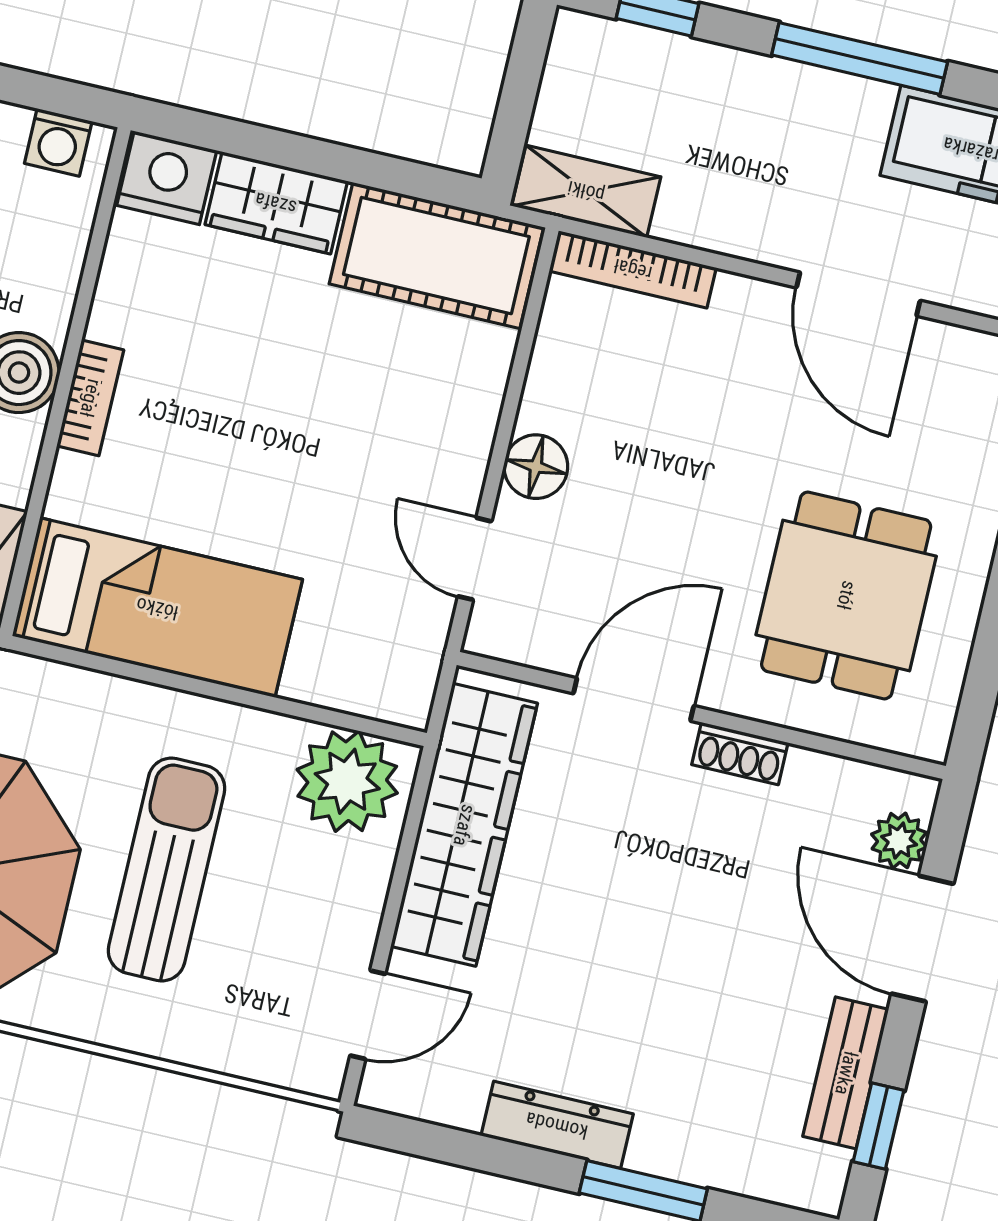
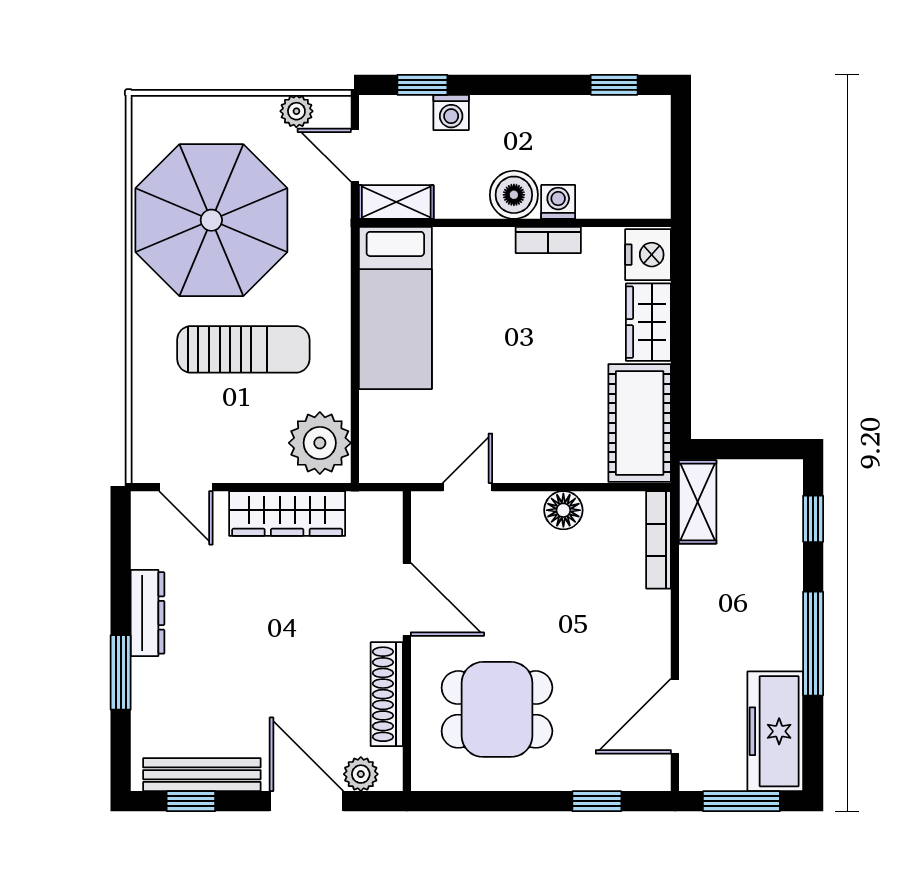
washing machine: (58, 142) -> (558, 202), moved, turned 90
door: (858, 294) -> (675, 716), moved
bookcase: (90, 398) -> (548, 240), moved
floor lamp: (536, 467) -> (563, 510), moved
shoe rack: (740, 754) -> (387, 694), width x1.94, depth x1.24
wardrobe: (464, 825) -> (287, 513), width x0.71, depth x0.85
door: (922, 939) -> (307, 801), hinge flipped
bench: (846, 1073) -> (202, 775), width x1.36

